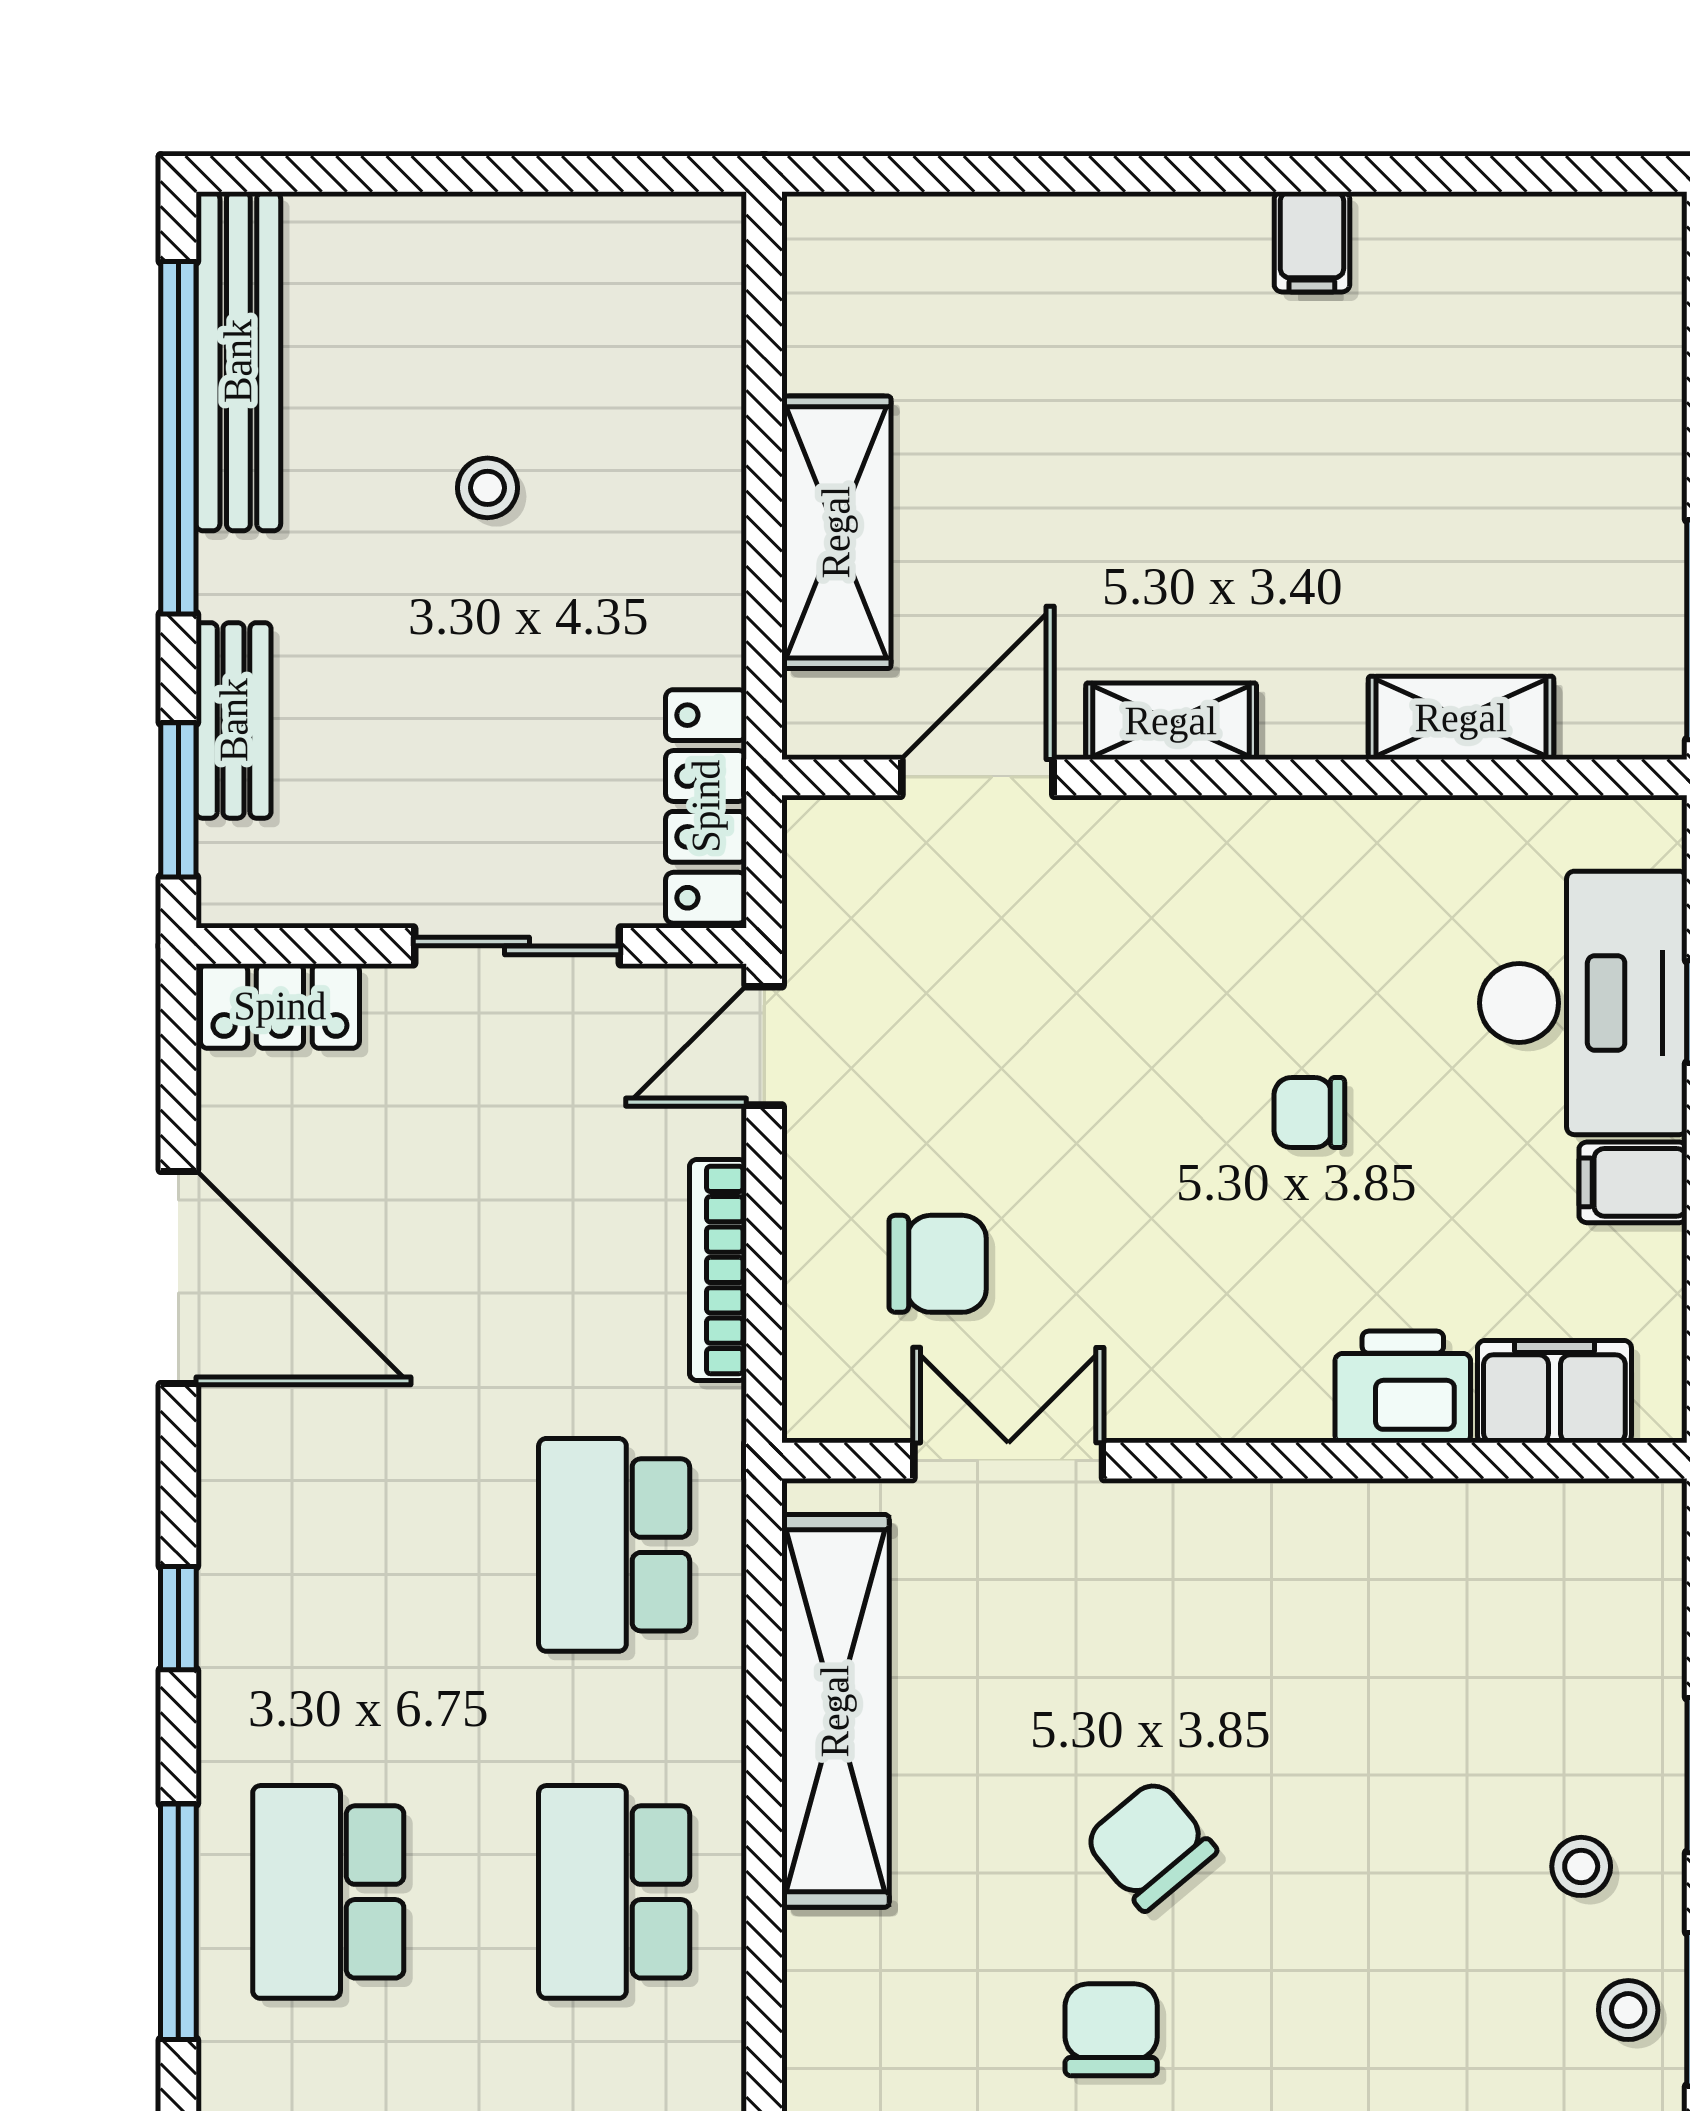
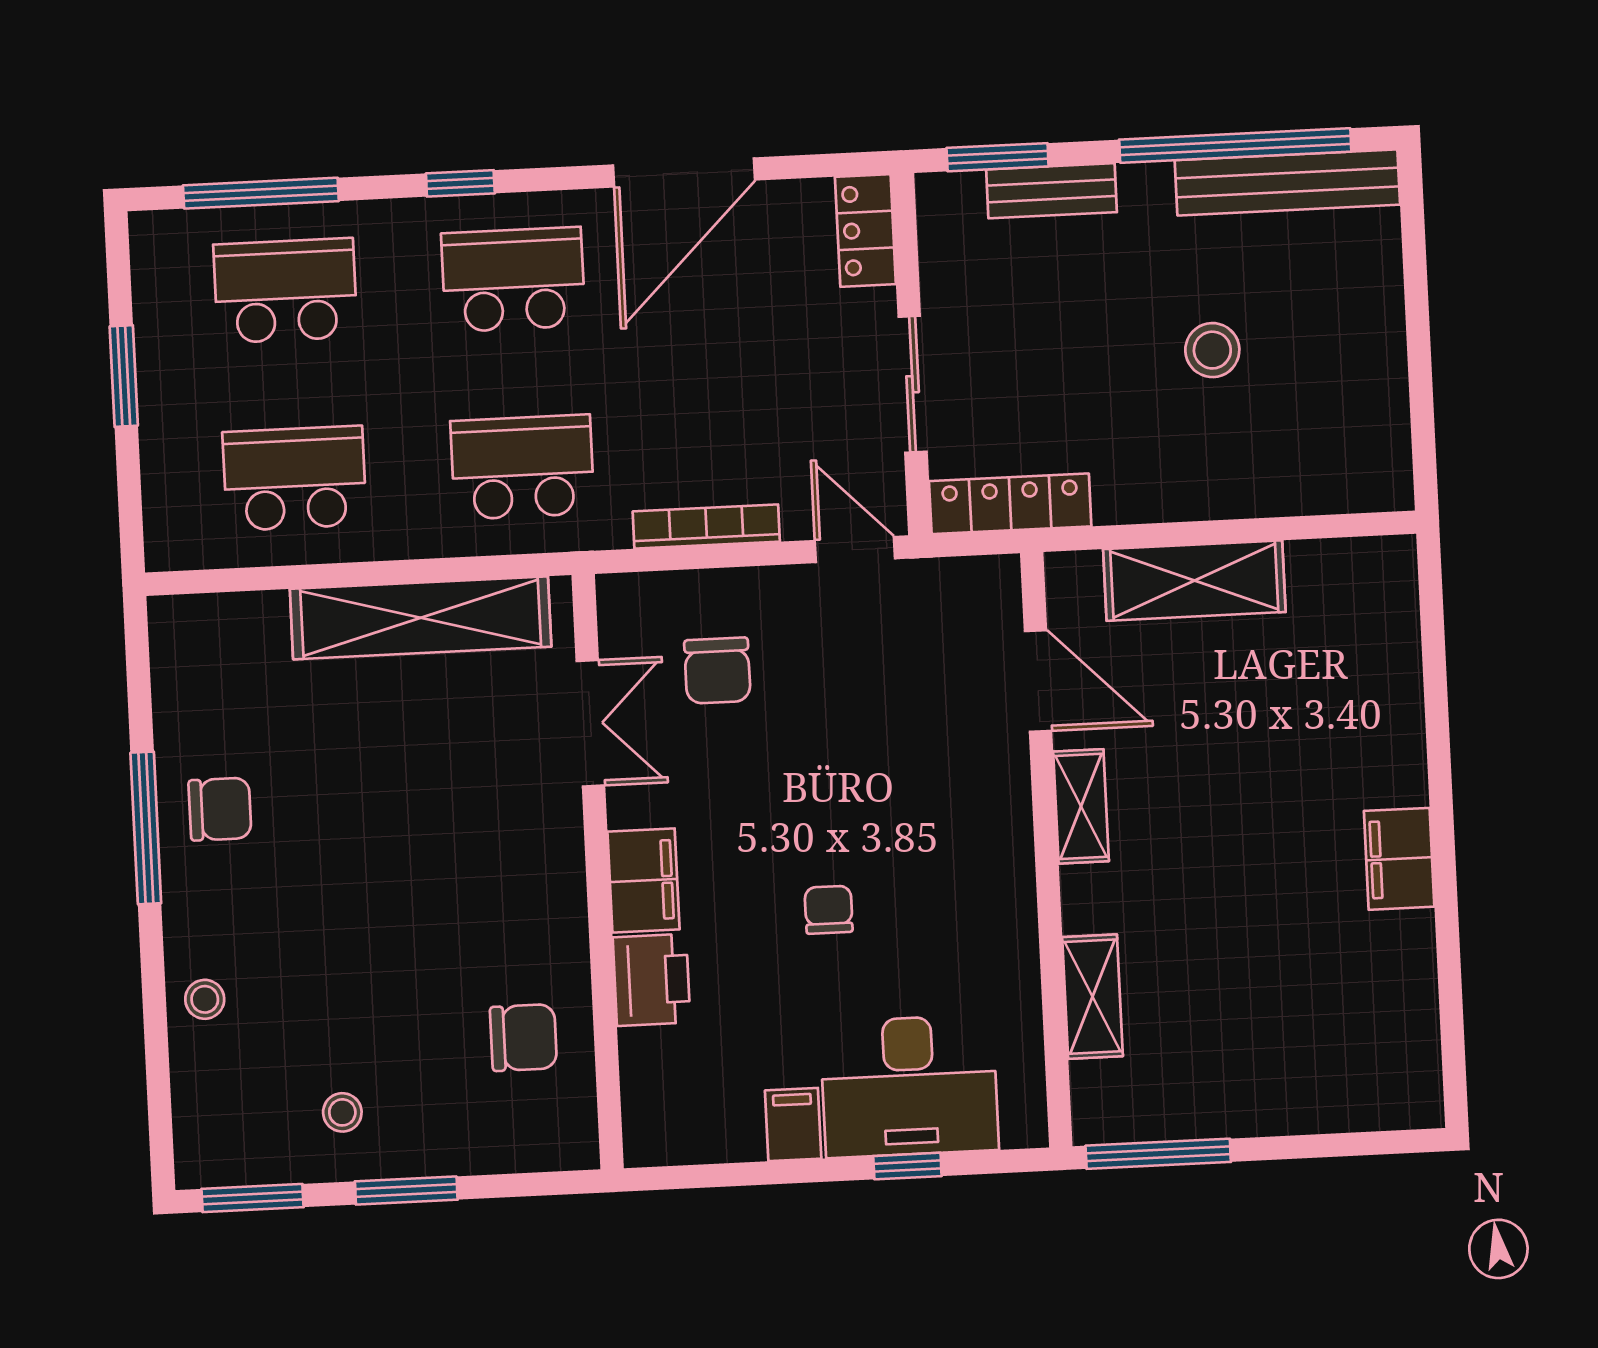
filing cabinet: (1312, 242) -> (1399, 859), width x2.00
stool: (487, 488) -> (1212, 350), width x1.37, depth x1.37
filing cabinet: (1554, 1392) -> (644, 880), moved
school desk: (328, 1545) -> (513, 279), added
chair: (1150, 1845) -> (523, 1038), moved, turned 40
stool: (1628, 2010) -> (205, 999), moved

